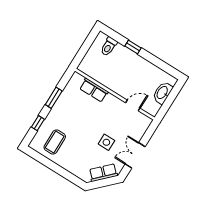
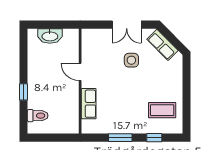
door: (133, 106) -> (80, 72), moved

